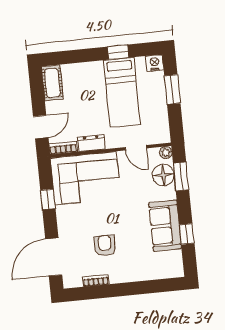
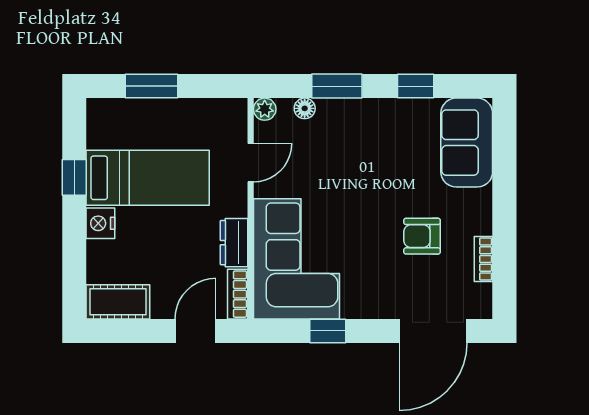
nightstand: (155, 63) -> (100, 223), moved
door: (41, 127) -> (195, 331), hinge flipped
floor lamp: (163, 175) -> (305, 108), width x0.53, depth x0.53
window: (181, 177) -> (337, 86), moved
sofa: (165, 226) -> (467, 143), moved, turned 90
door: (54, 257) -> (433, 331), hinge flipped

